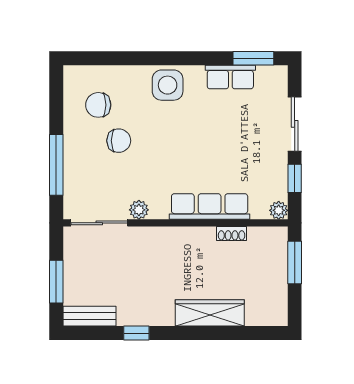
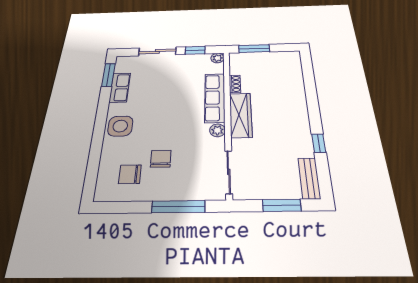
chair: (98, 105) -> (130, 174), turned 90
plant: (139, 210) -> (217, 130), moved
wardrobe: (210, 313) -> (241, 115), moved, turned 180

